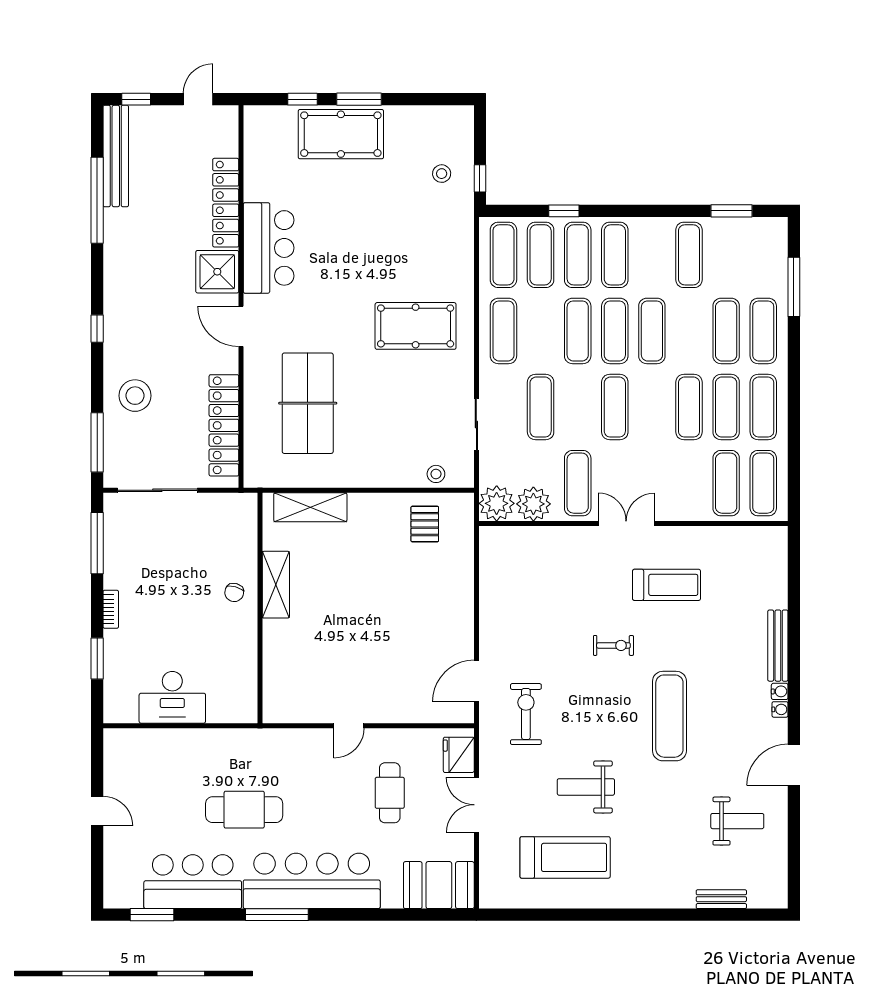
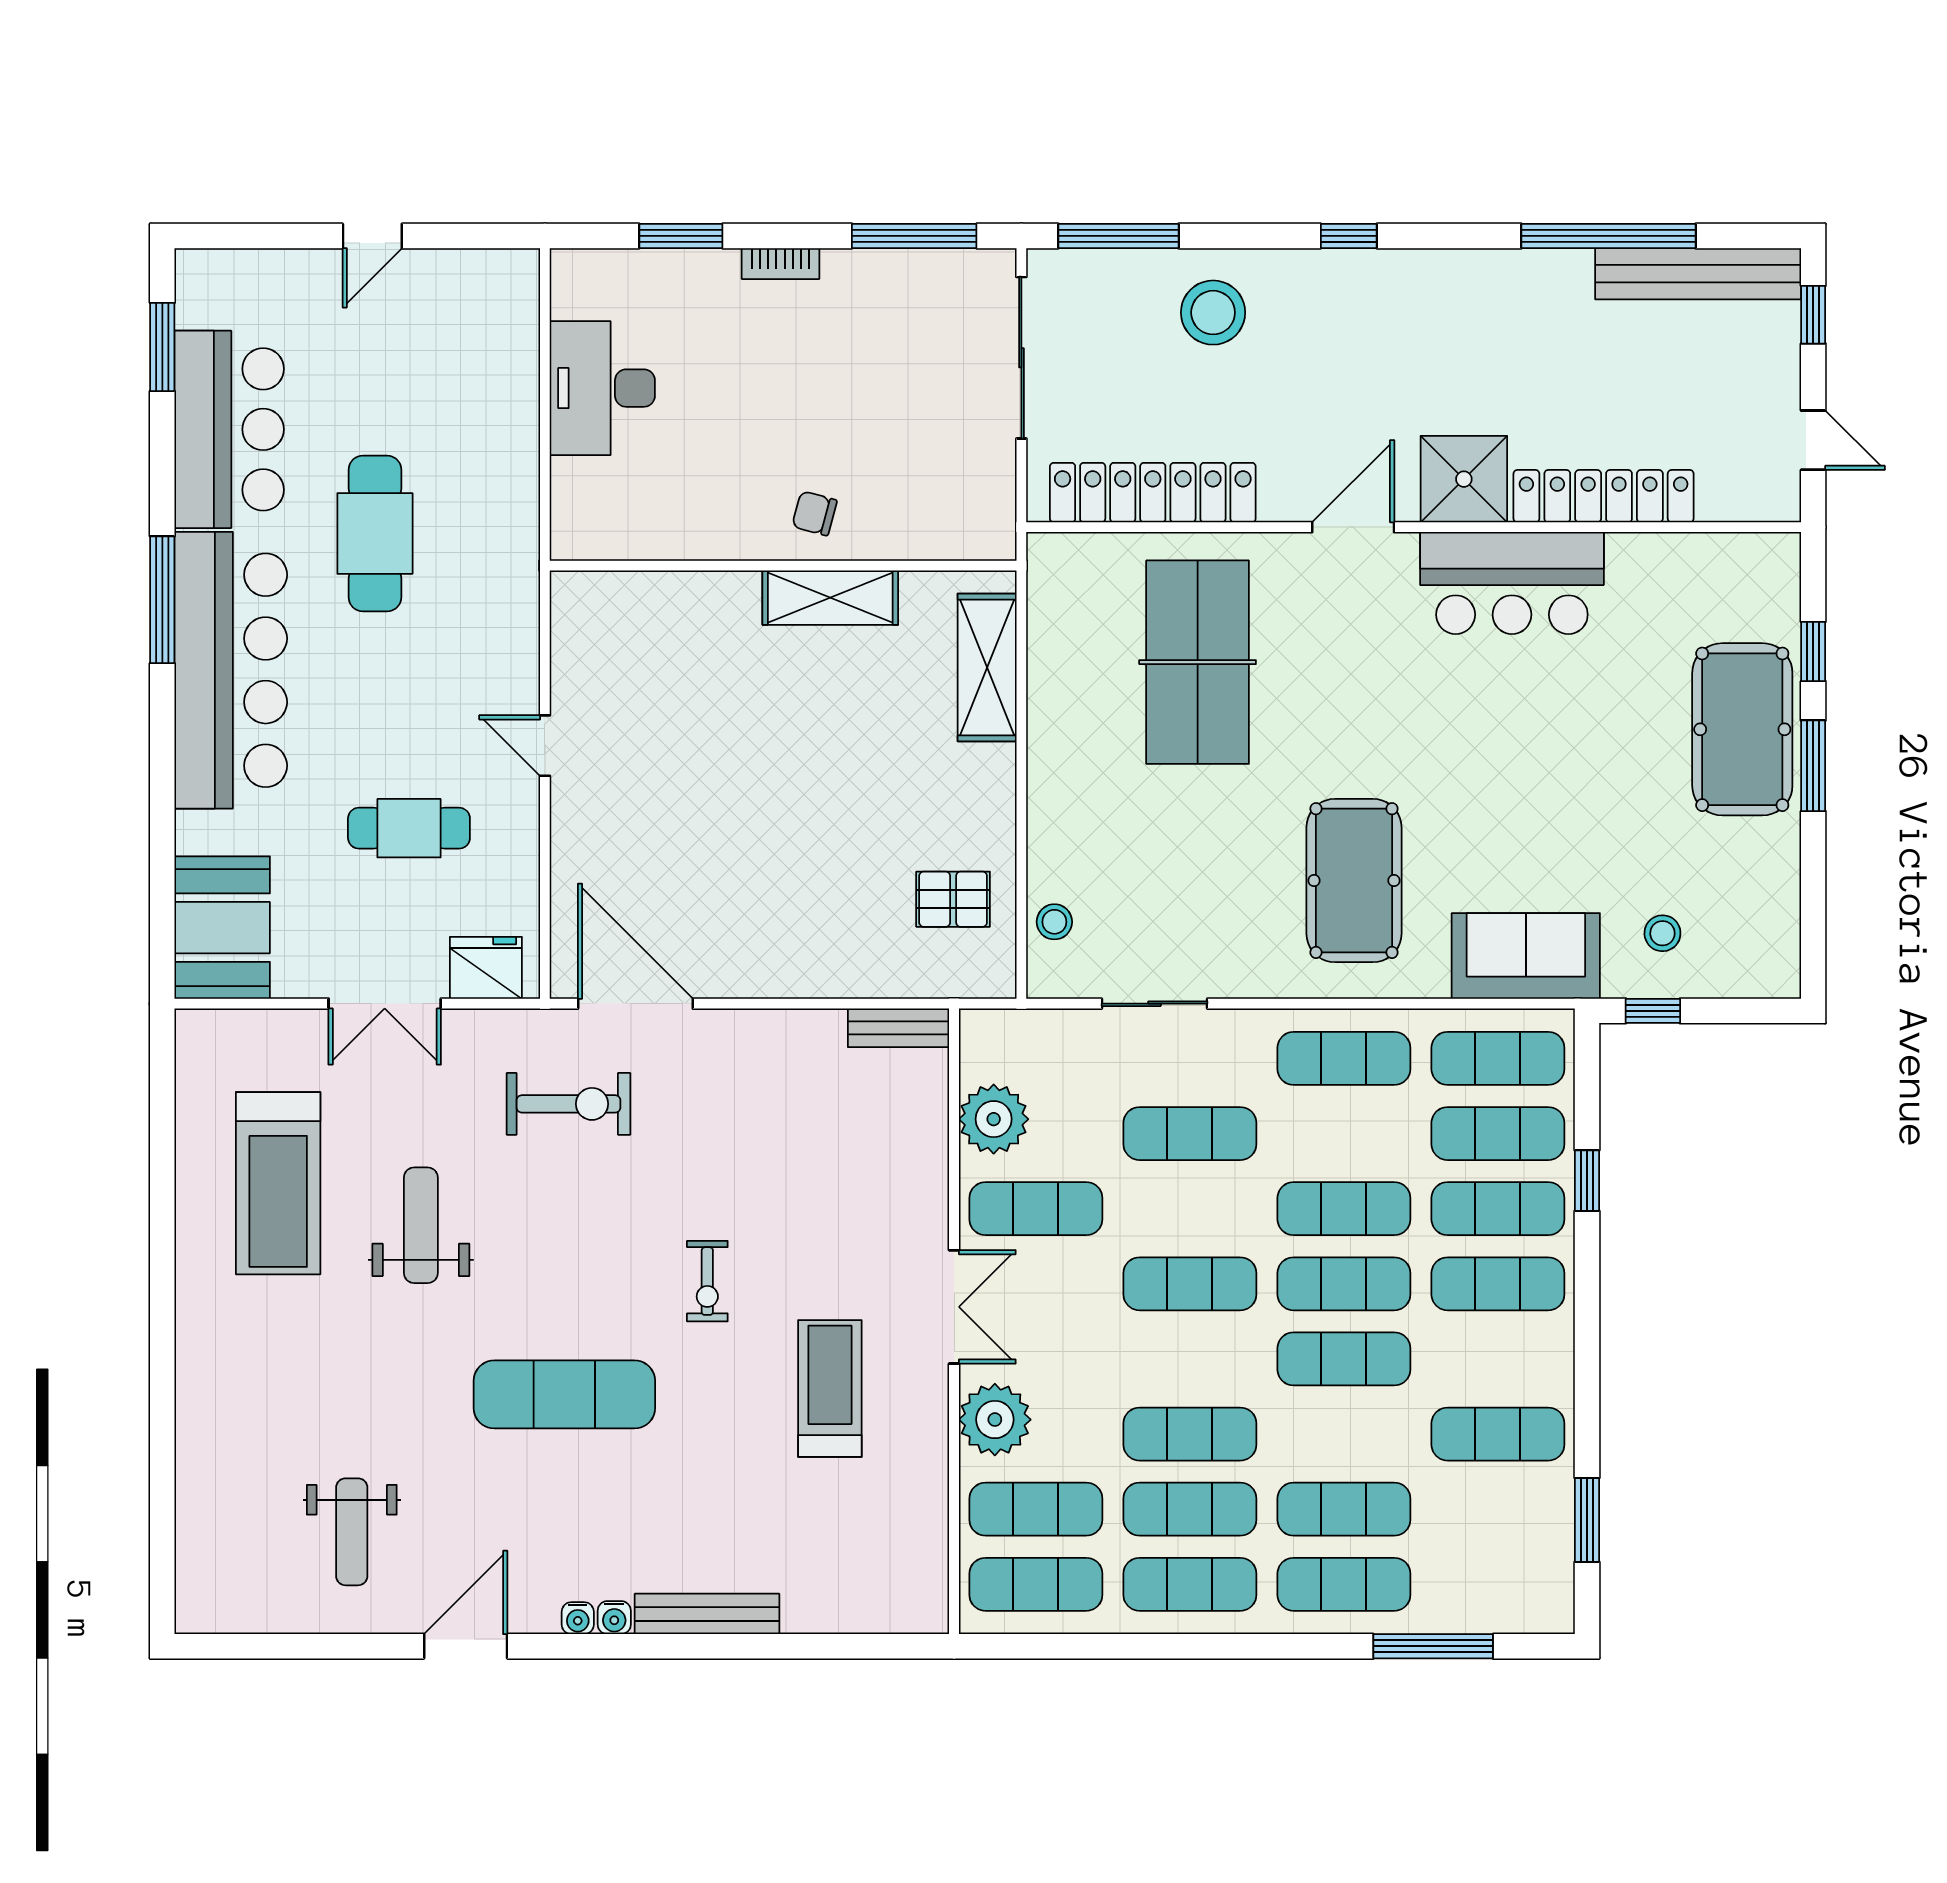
sofa: (453, 241) -> (1526, 956), added
table tennis table: (308, 403) -> (1198, 662), turned 90
plant: (497, 503) -> (995, 1420), moved
treadmill: (667, 585) -> (830, 1389), turned 180
door: (476, 681) -> (635, 1004), width x1.36
door: (794, 765) -> (466, 1646), hinge flipped
double door: (476, 805) -> (385, 1004), swing flipped
bench: (721, 899) -> (899, 1028), moved, turned 90

